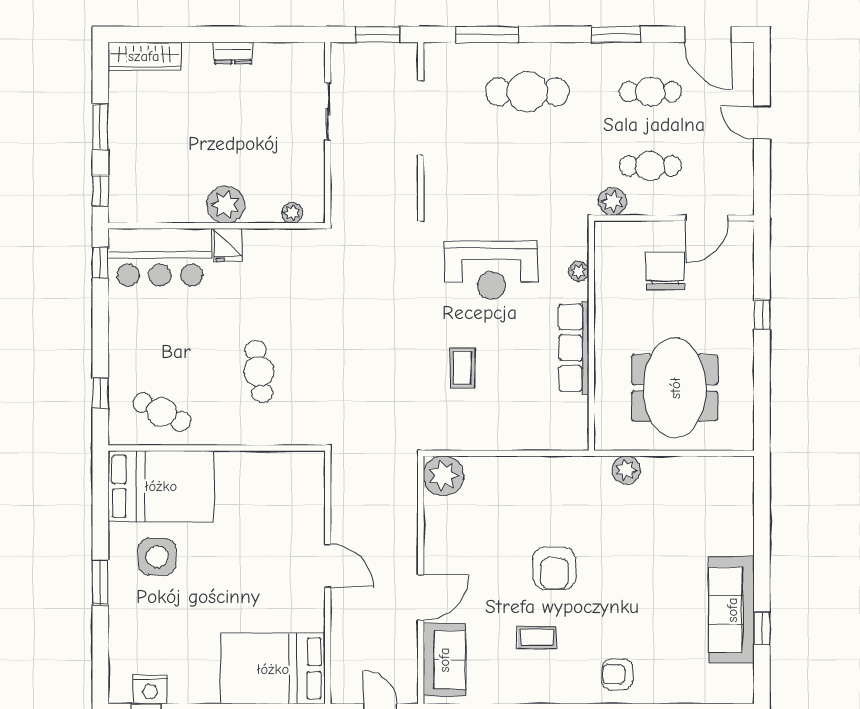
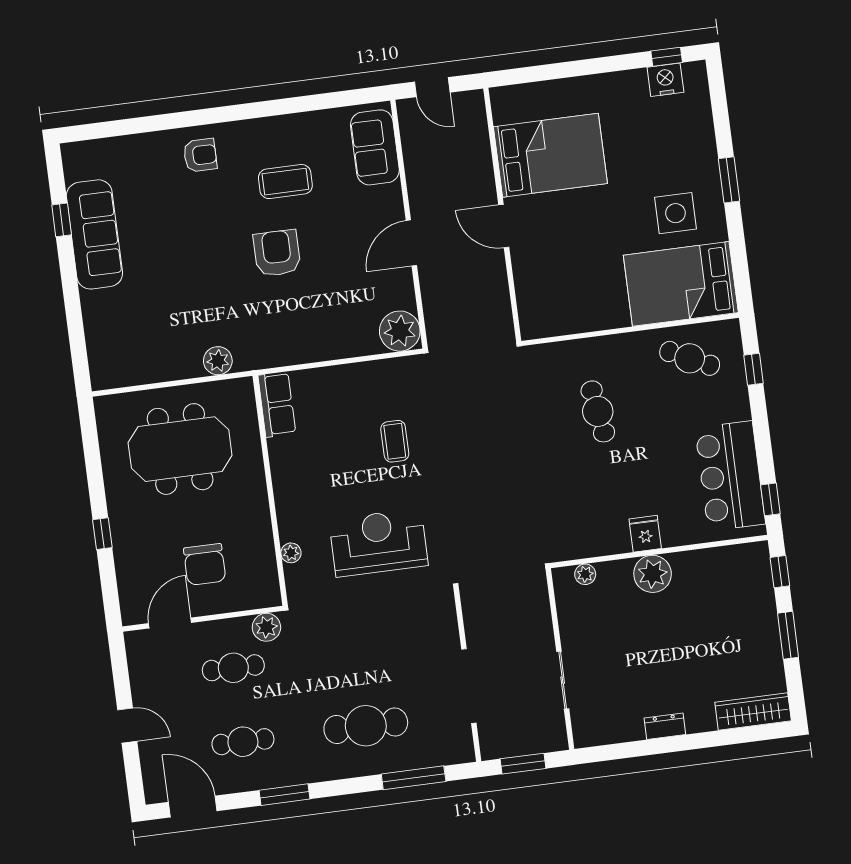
bar counter: (160, 257) -> (730, 476), moved, turned -90
row of seats: (574, 348) -> (277, 404), moved, width x0.68
meeting table: (675, 388) -> (180, 449), turned 90
door: (421, 597) -> (411, 243), moved
coffee table: (537, 638) -> (285, 182), width x1.36, depth x1.30
bed: (273, 669) -> (550, 155), moved

